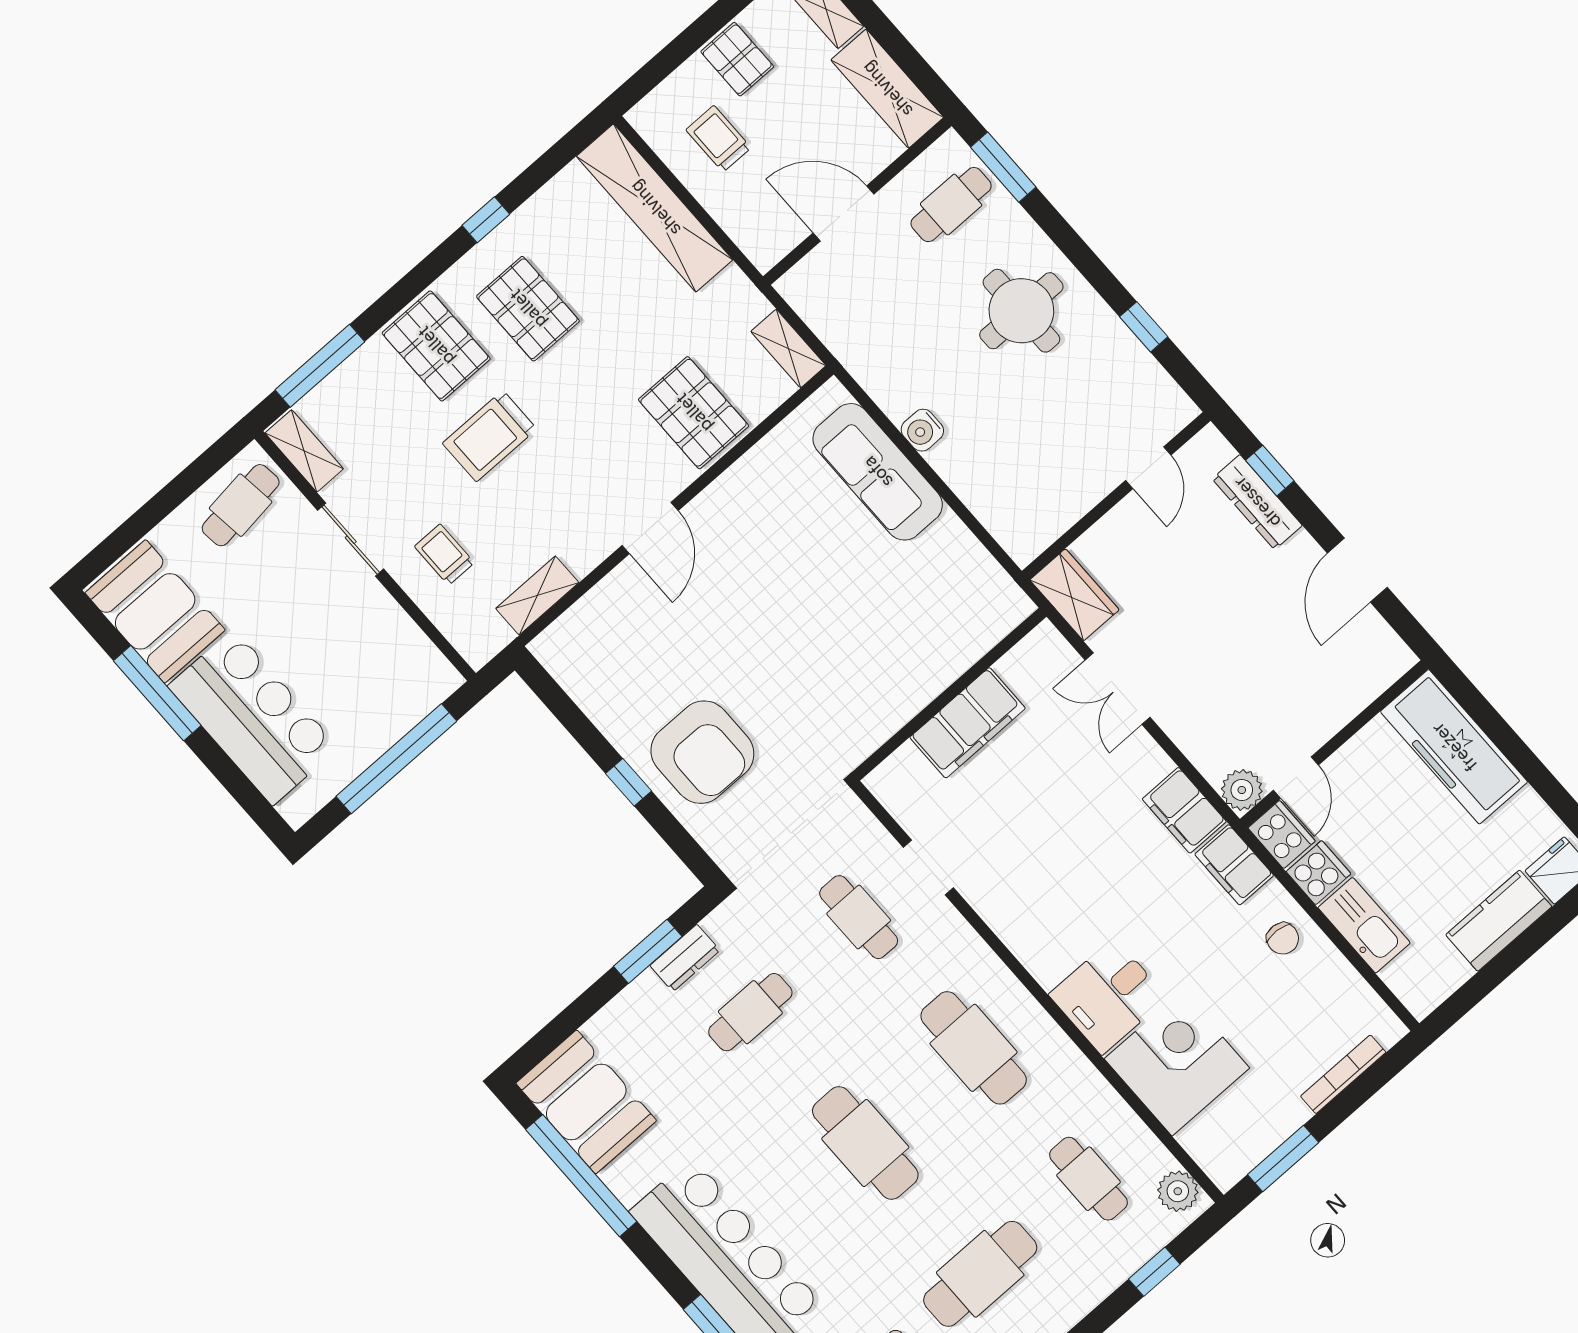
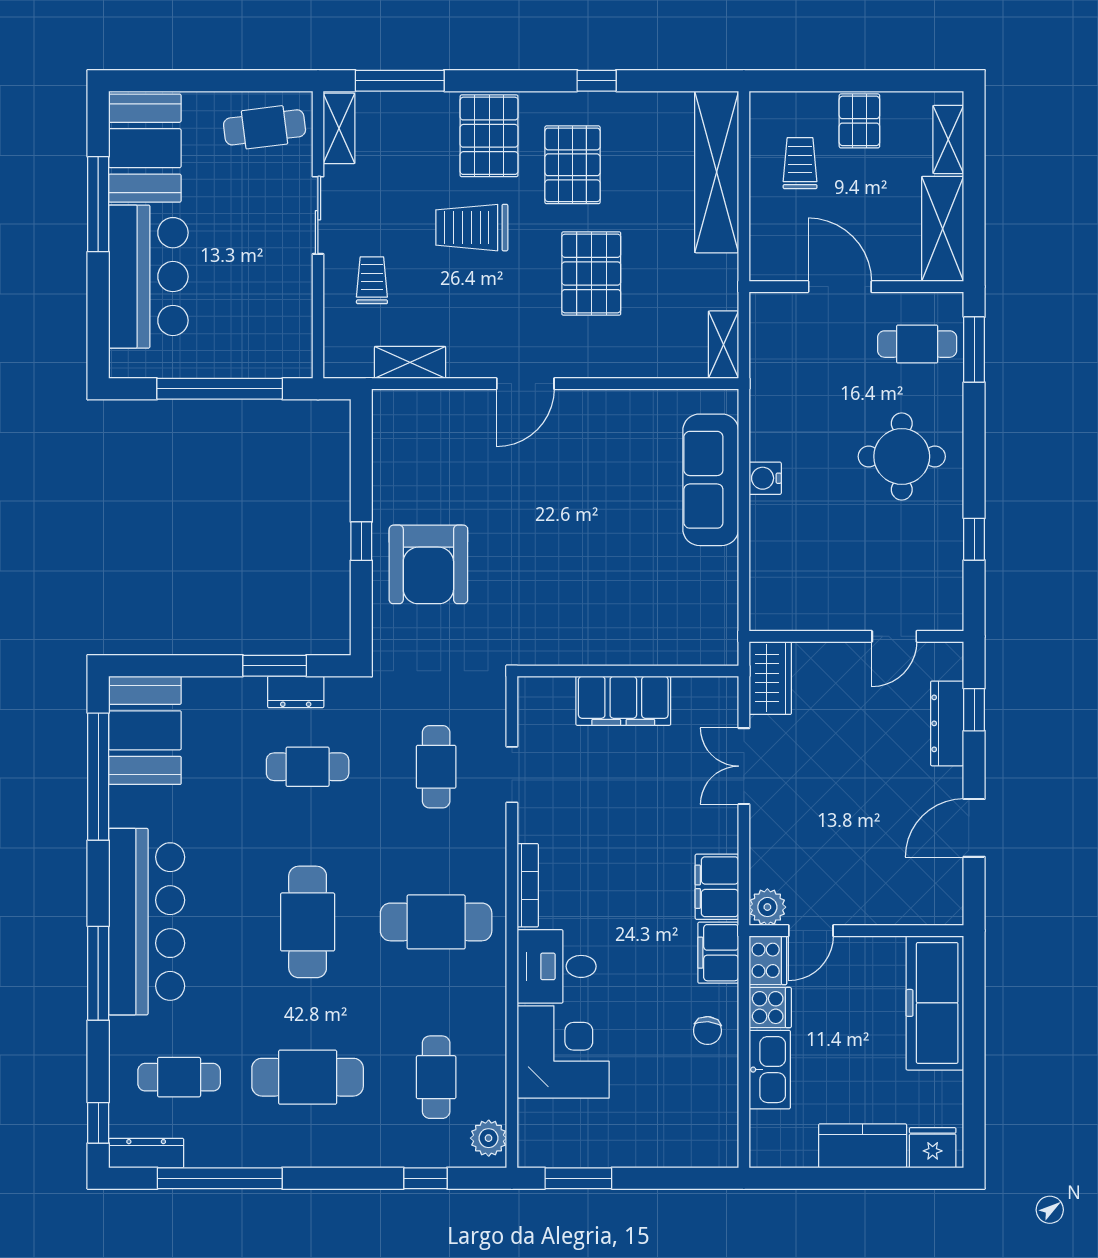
pallet: (694, 413) -> (591, 273), moved
cafe table: (974, 1048) -> (436, 922), turned 90
bookcase: (1343, 1074) -> (528, 885), moved, turned 90

